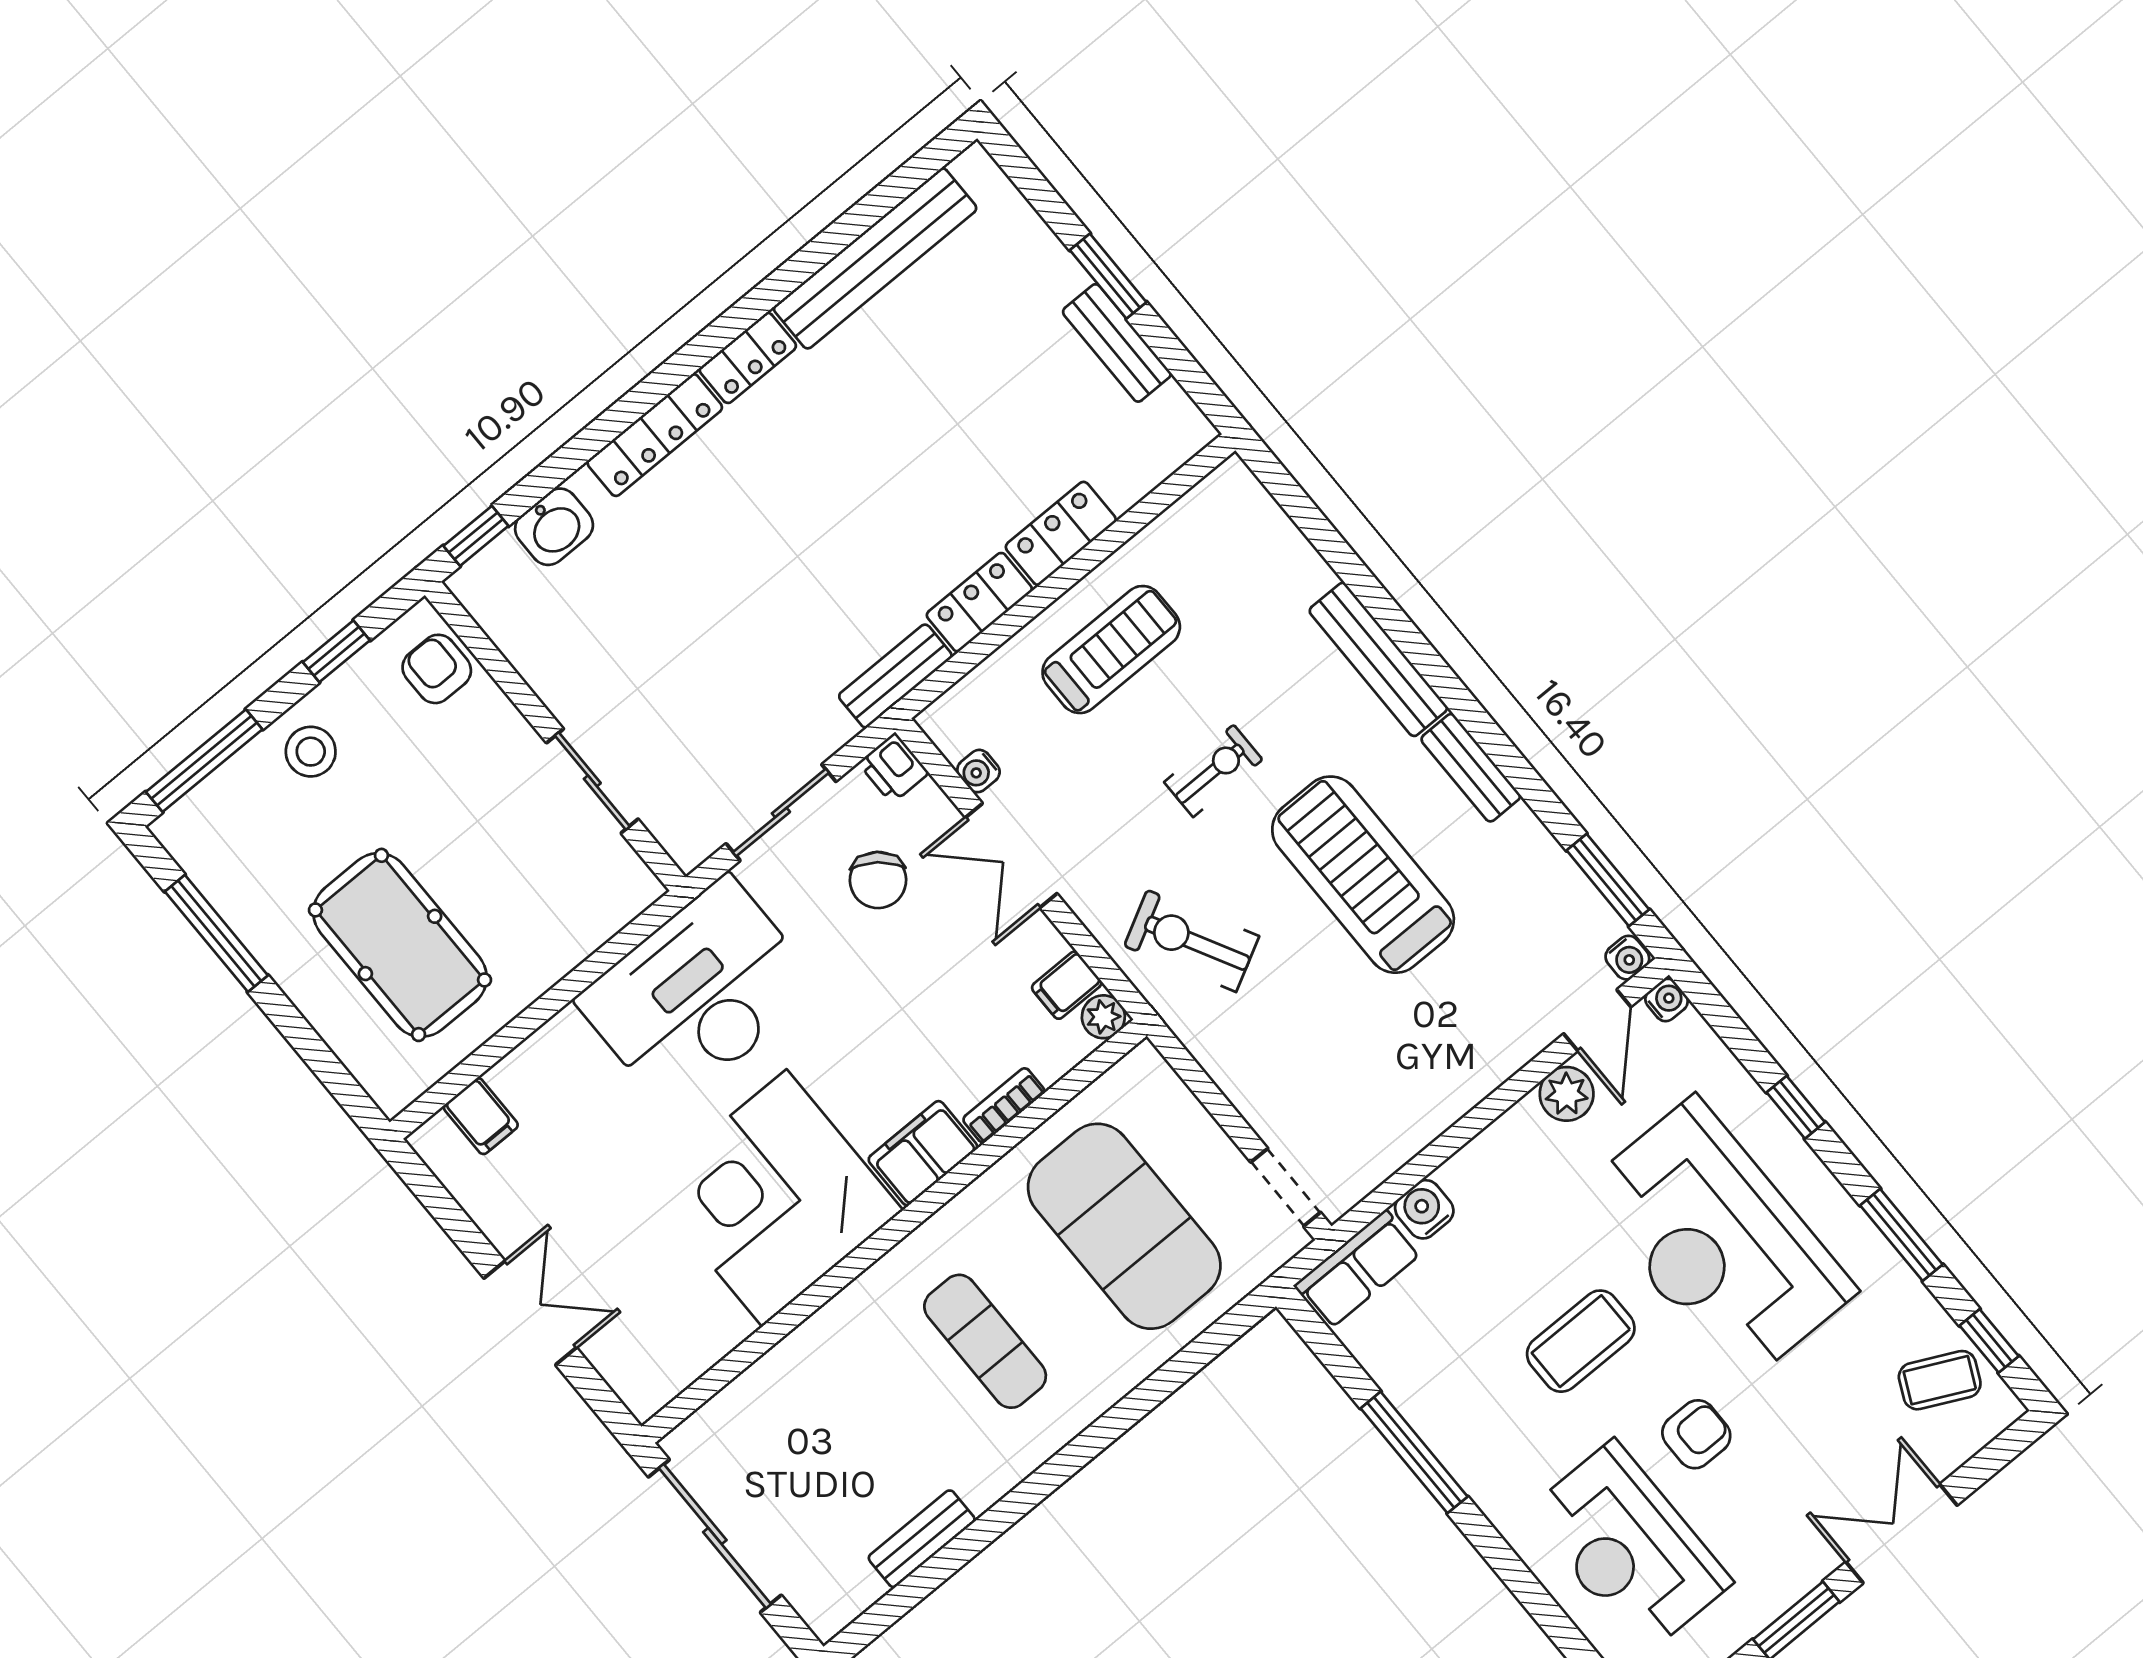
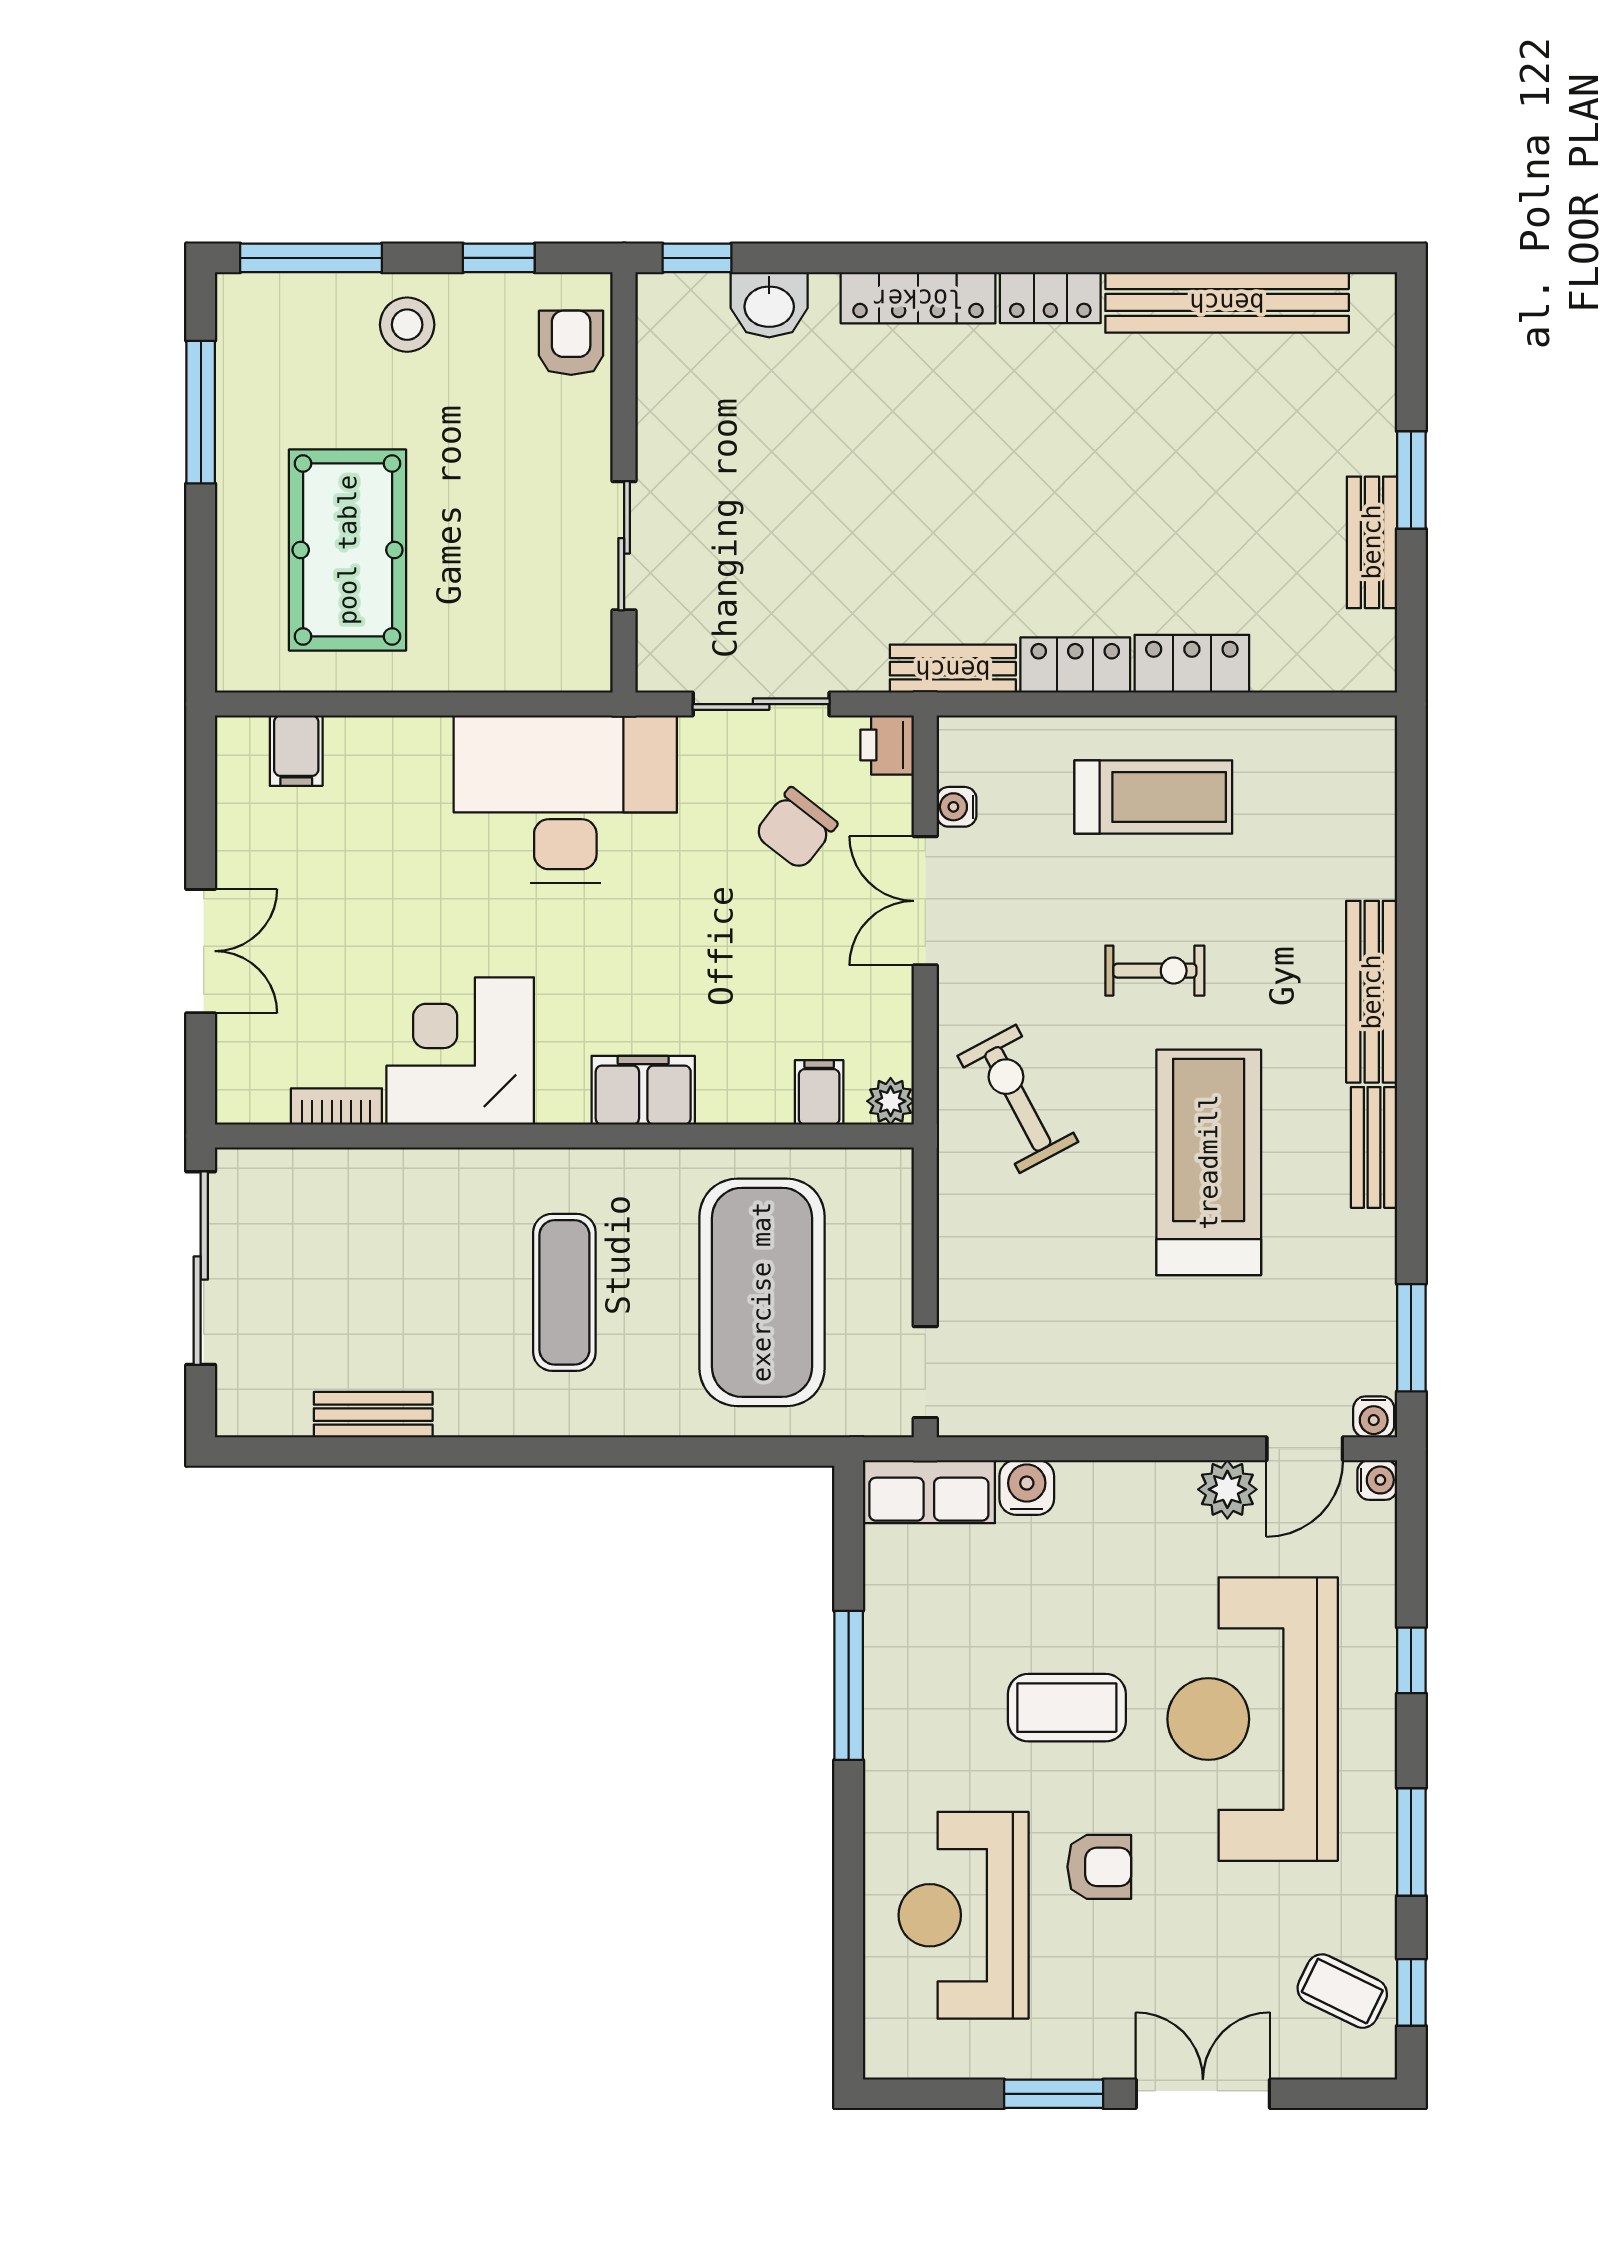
filing cabinet: (1067, 985) -> (819, 1092), moved, turned 90
bookcase: (1004, 1105) -> (336, 1106), moved
corner desk: (774, 1198) -> (460, 1051), width x0.74, depth x0.74

